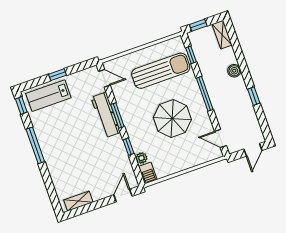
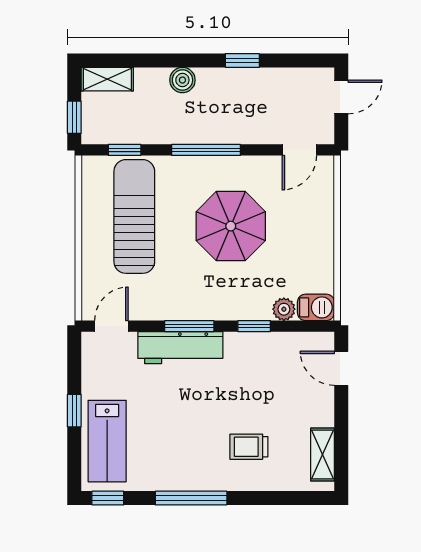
door: (253, 150) -> (341, 97), hinge flipped
trolley: (70, 164) -> (249, 447), added

